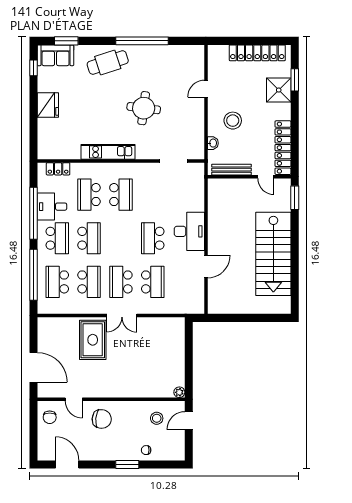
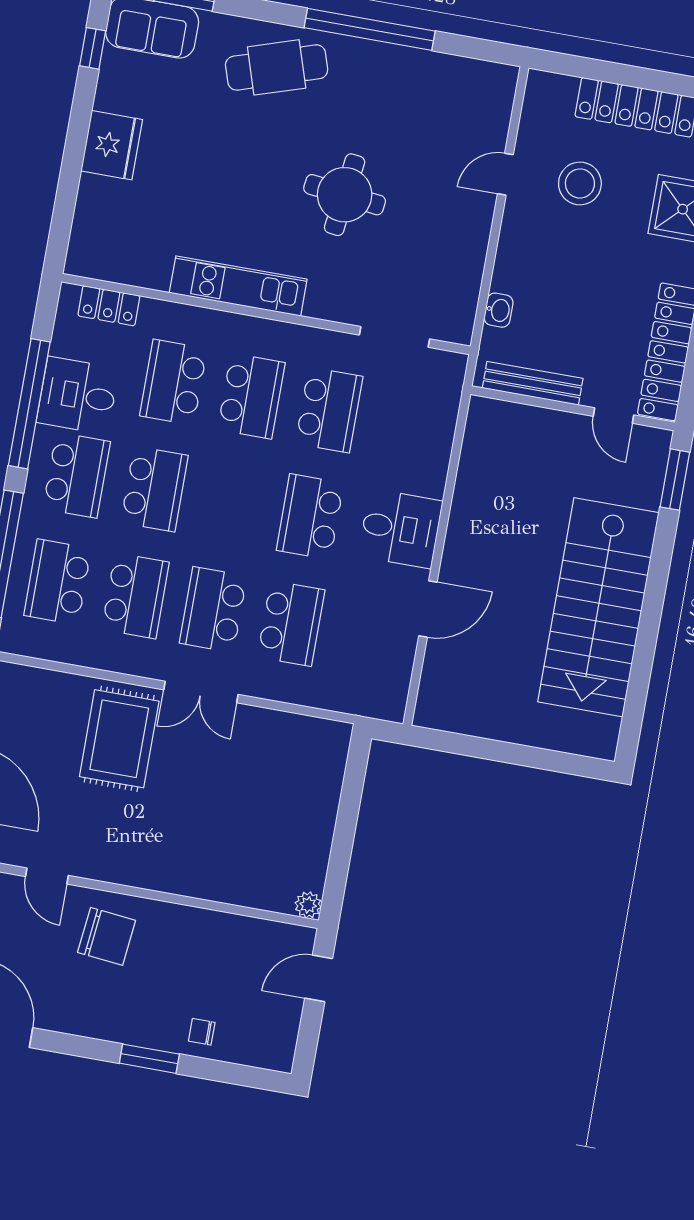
stool: (233, 121) -> (580, 183), moved
school desk: (153, 195) -> (329, 410), added
desk: (189, 231) -> (400, 529), width x0.73
stool: (157, 418) -> (241, 959), removed

